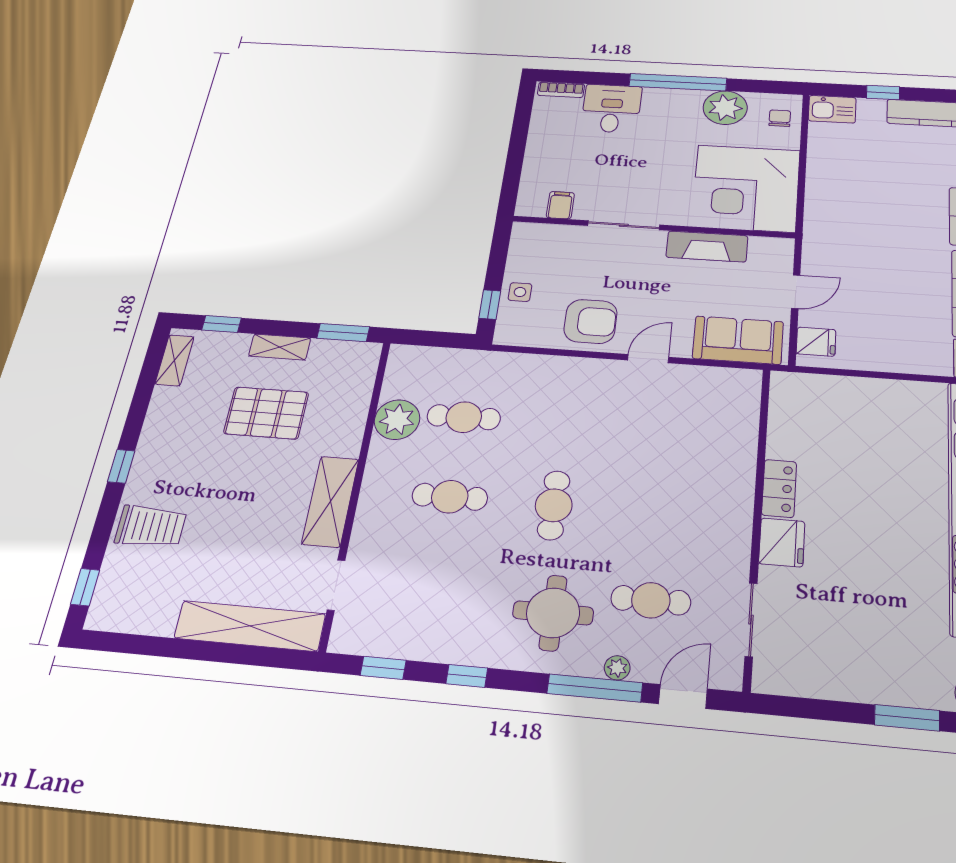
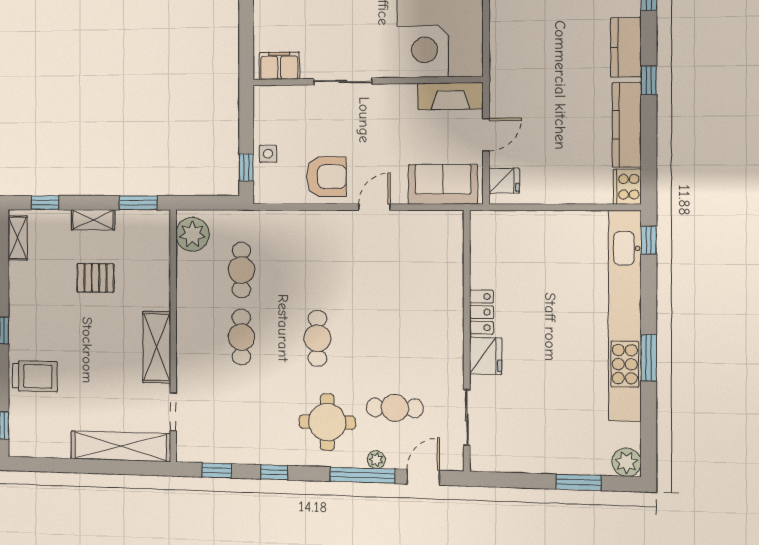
filing cabinet: (560, 205) -> (279, 66), width x2.00
fireplace: (707, 247) -> (450, 96), moved
pallet: (266, 413) -> (95, 278), width x0.67, depth x0.71
cafe table: (464, 417) -> (241, 270), turned 90
plant: (397, 420) -> (192, 234), moved
cafe table: (450, 497) -> (241, 337), turned 90

